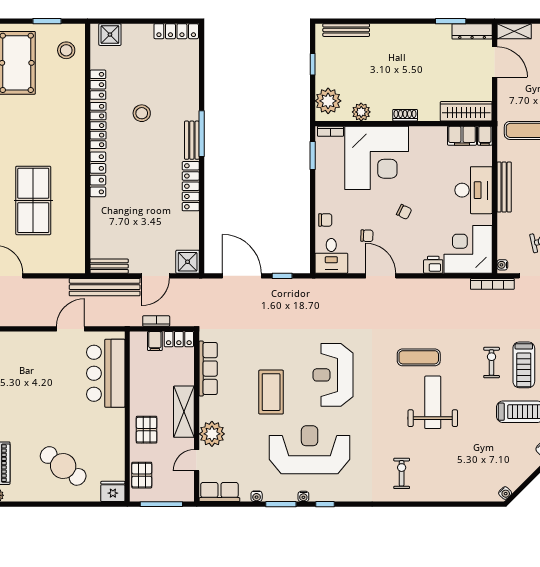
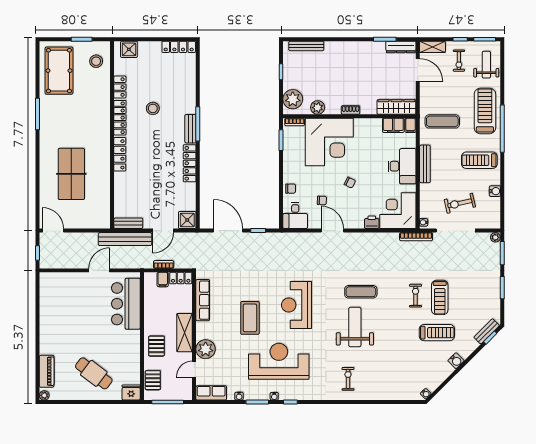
weight bench: (433, 402) -> (355, 327), moved

